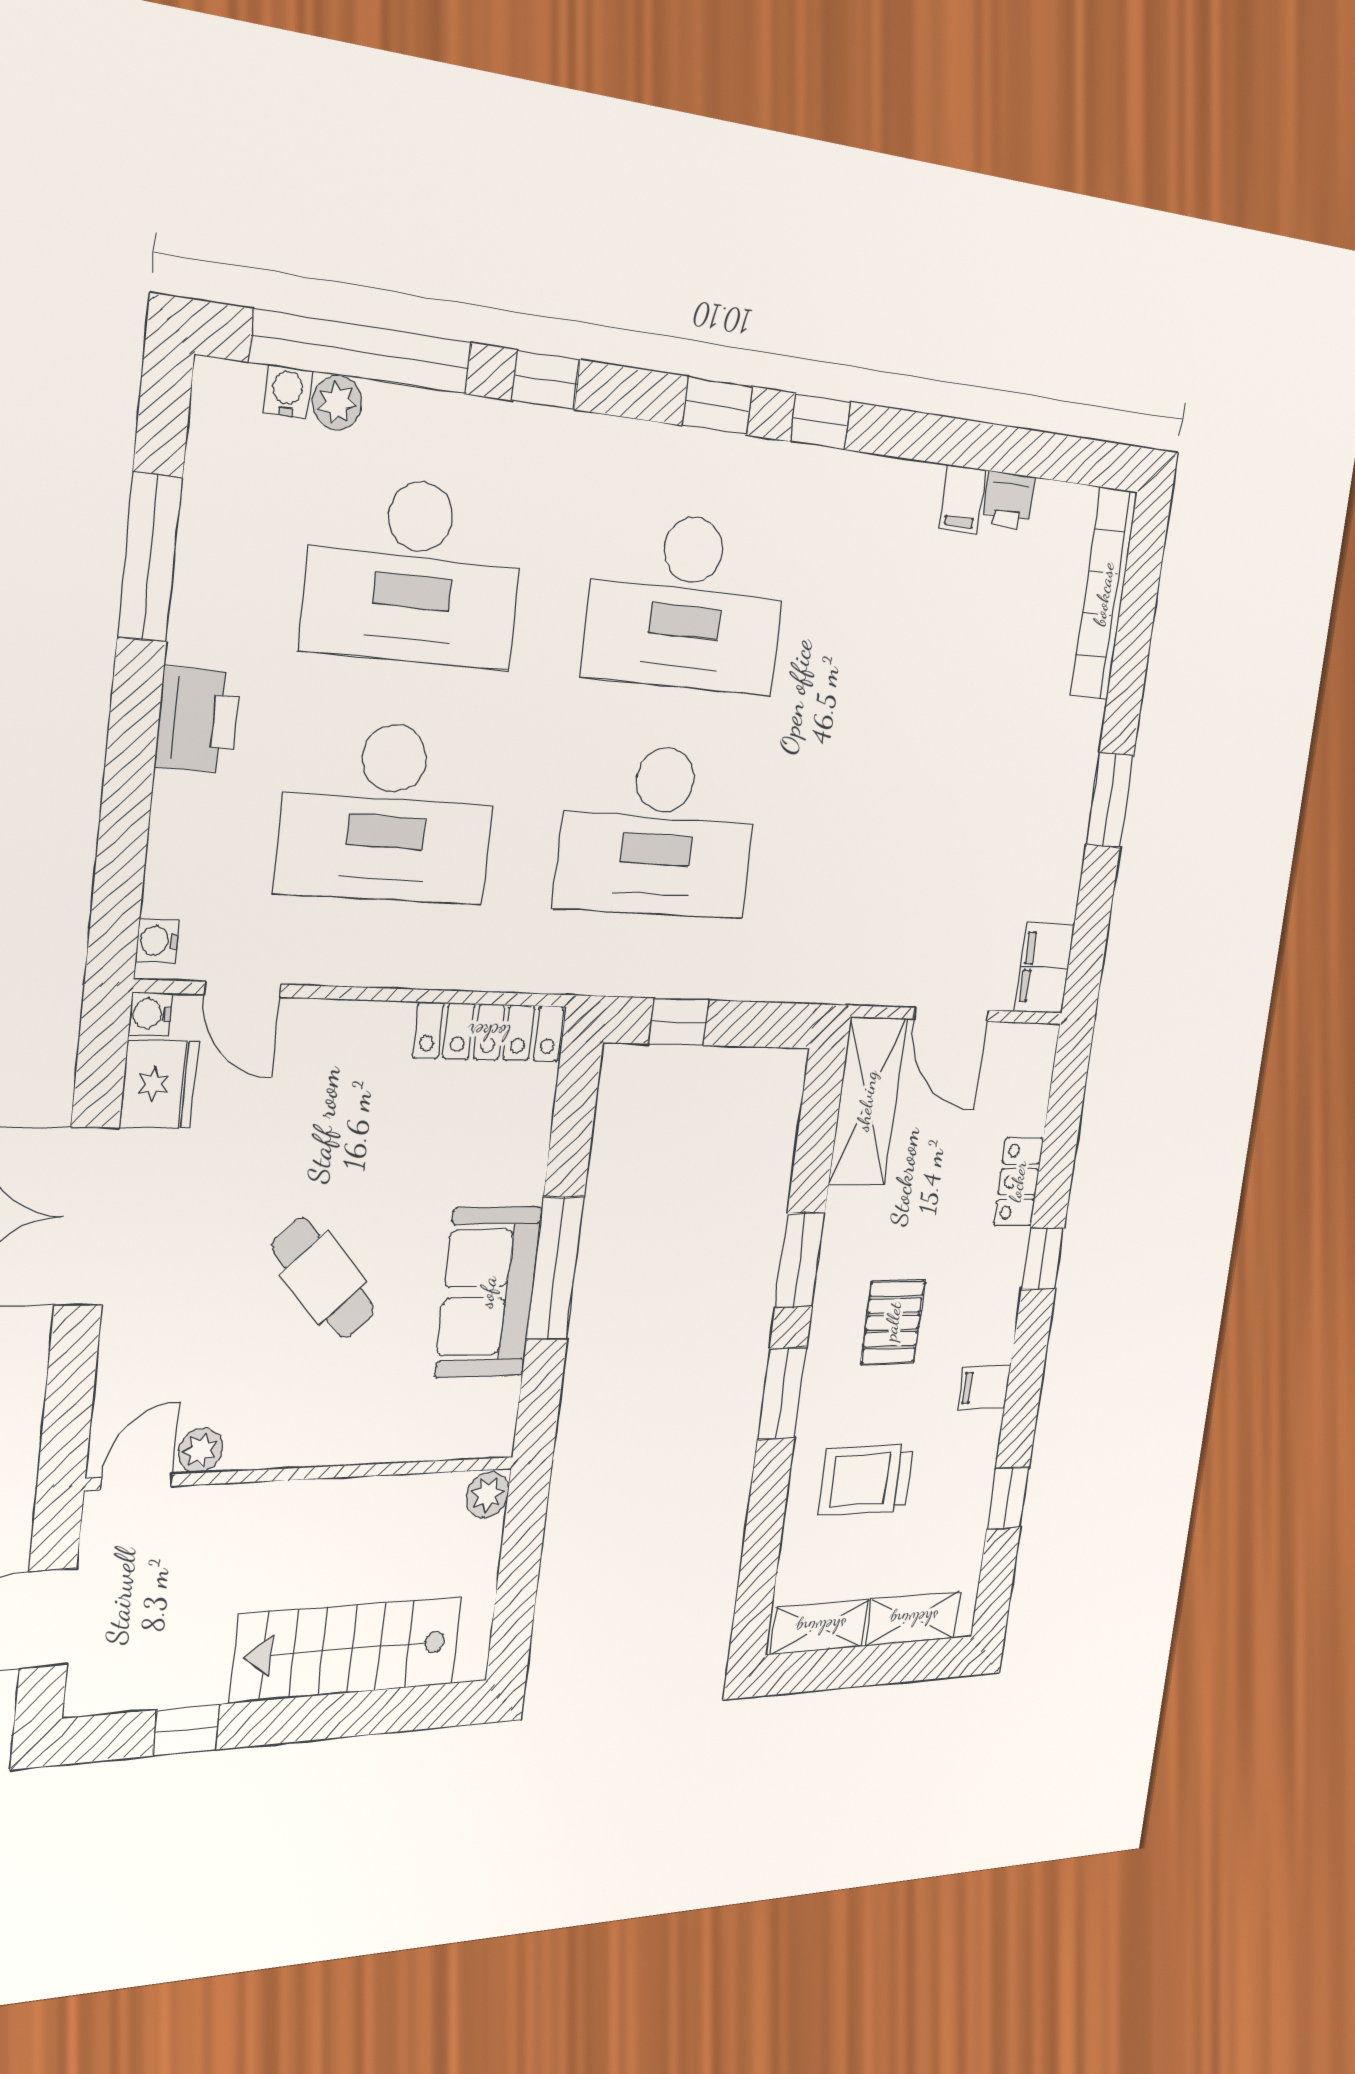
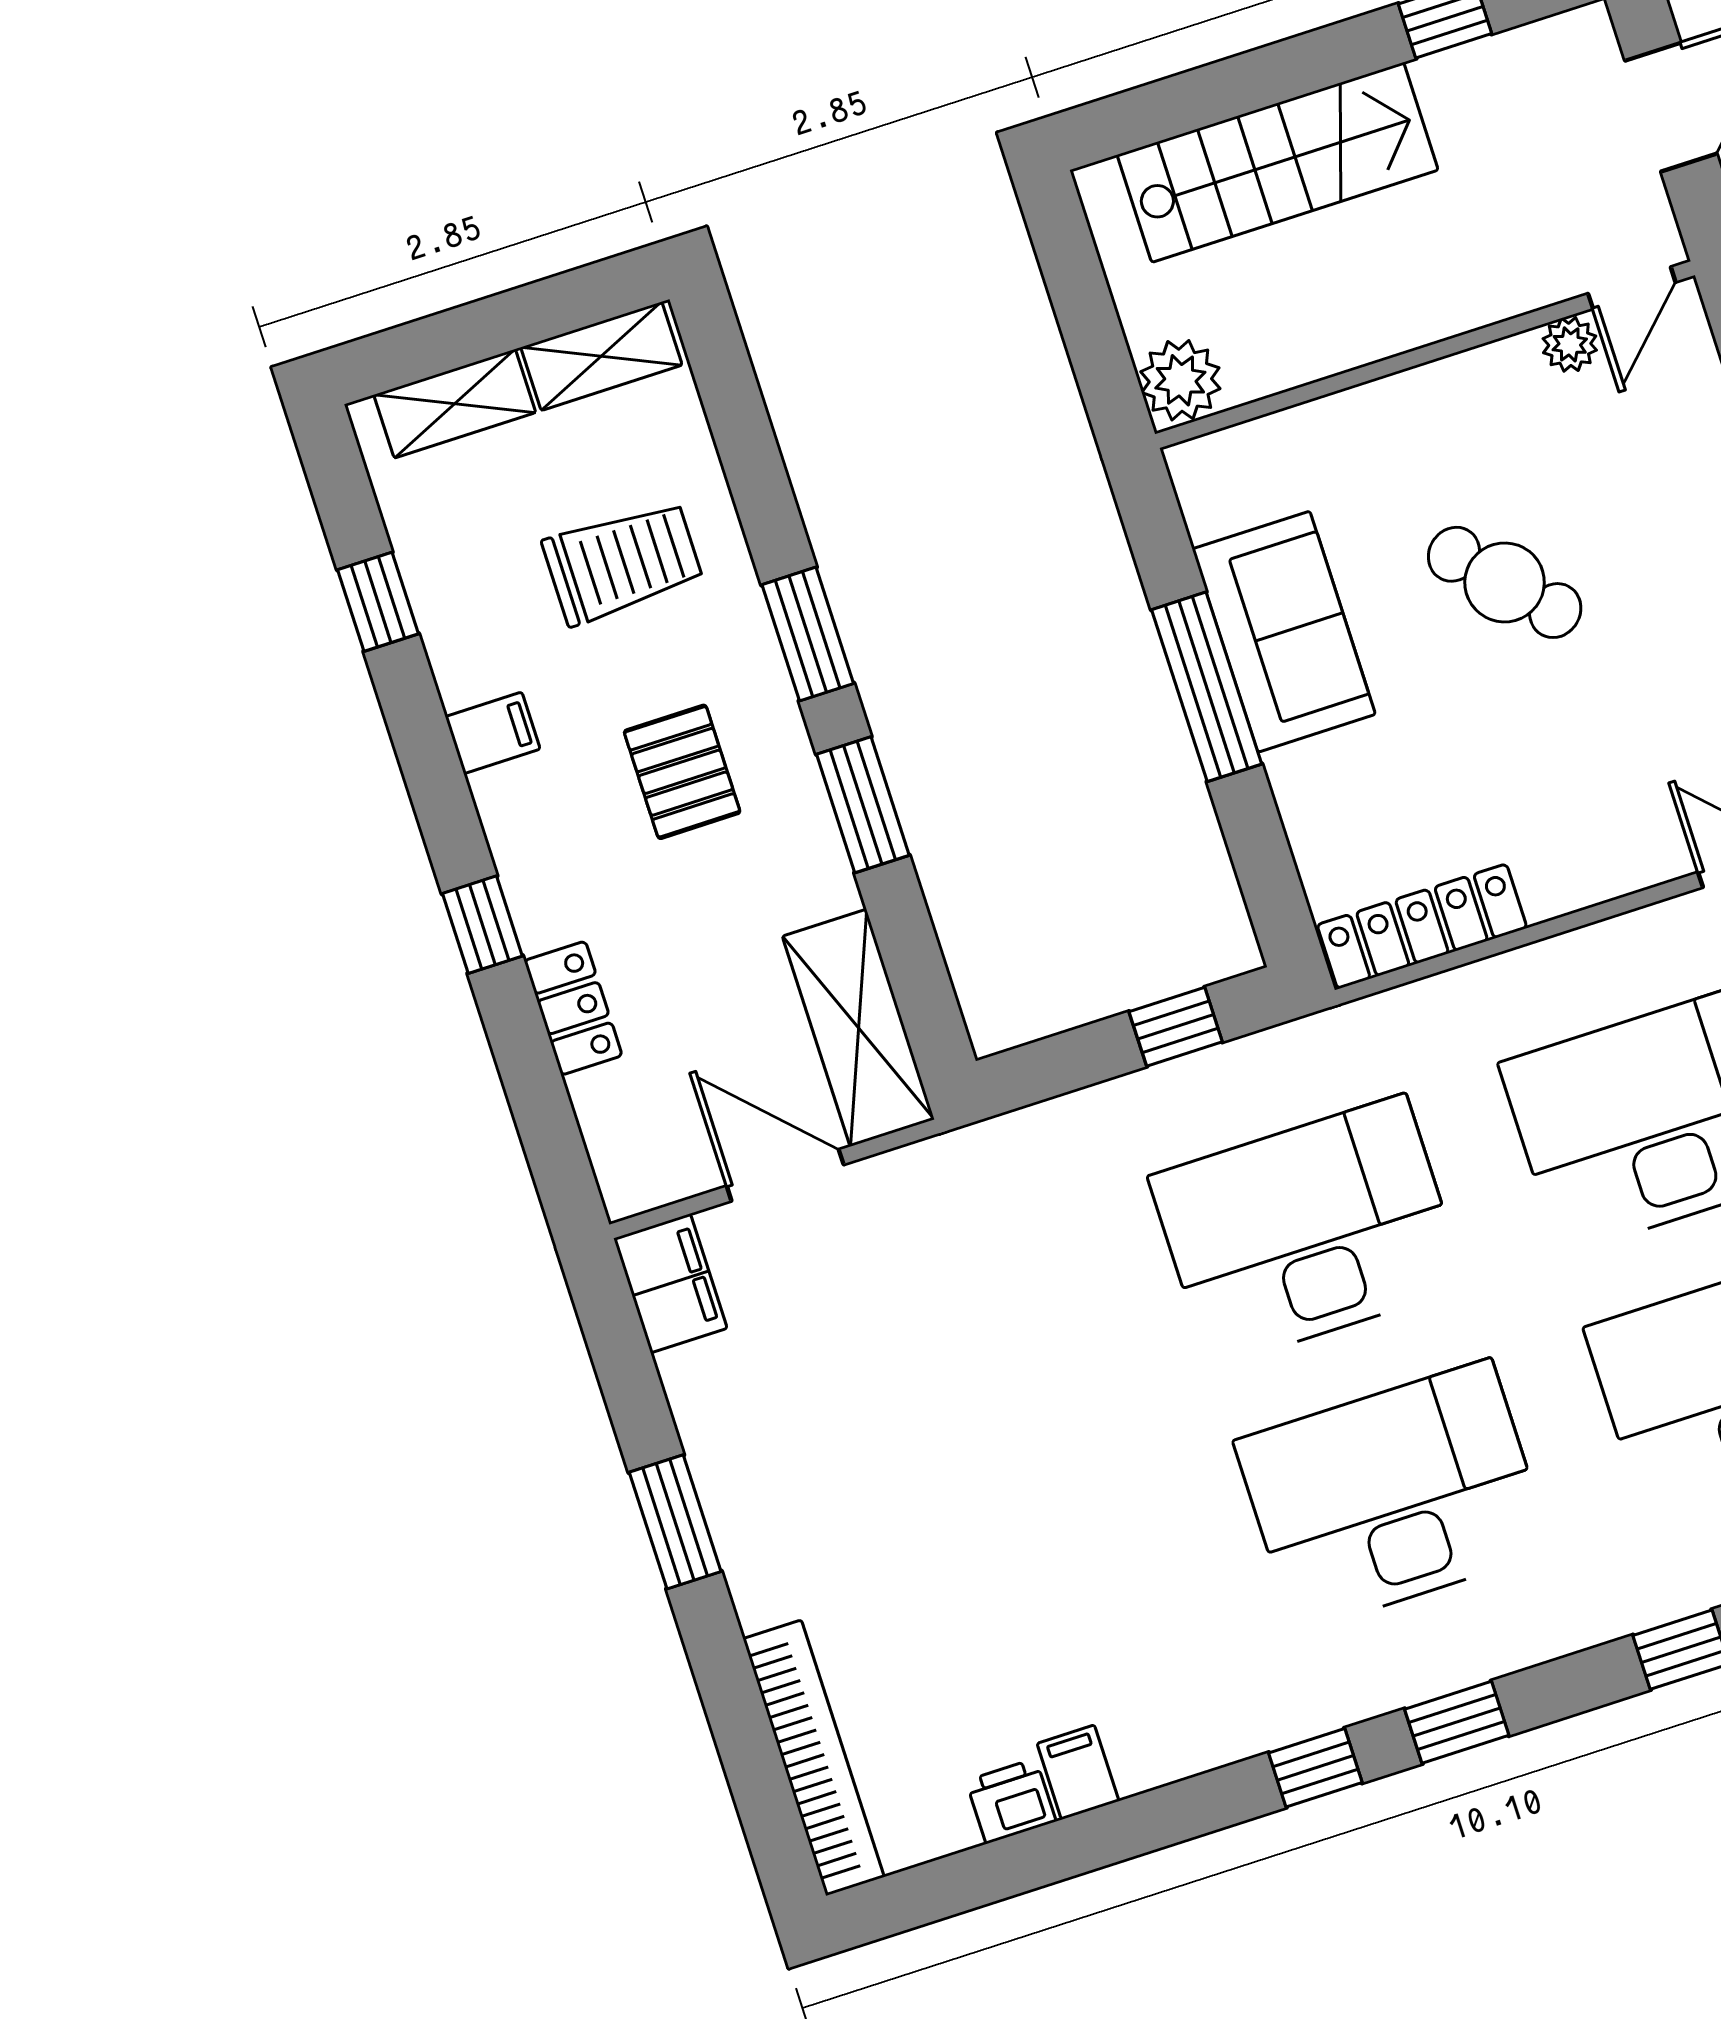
plant: (488, 1495) -> (1180, 380), width x1.38, depth x1.38

